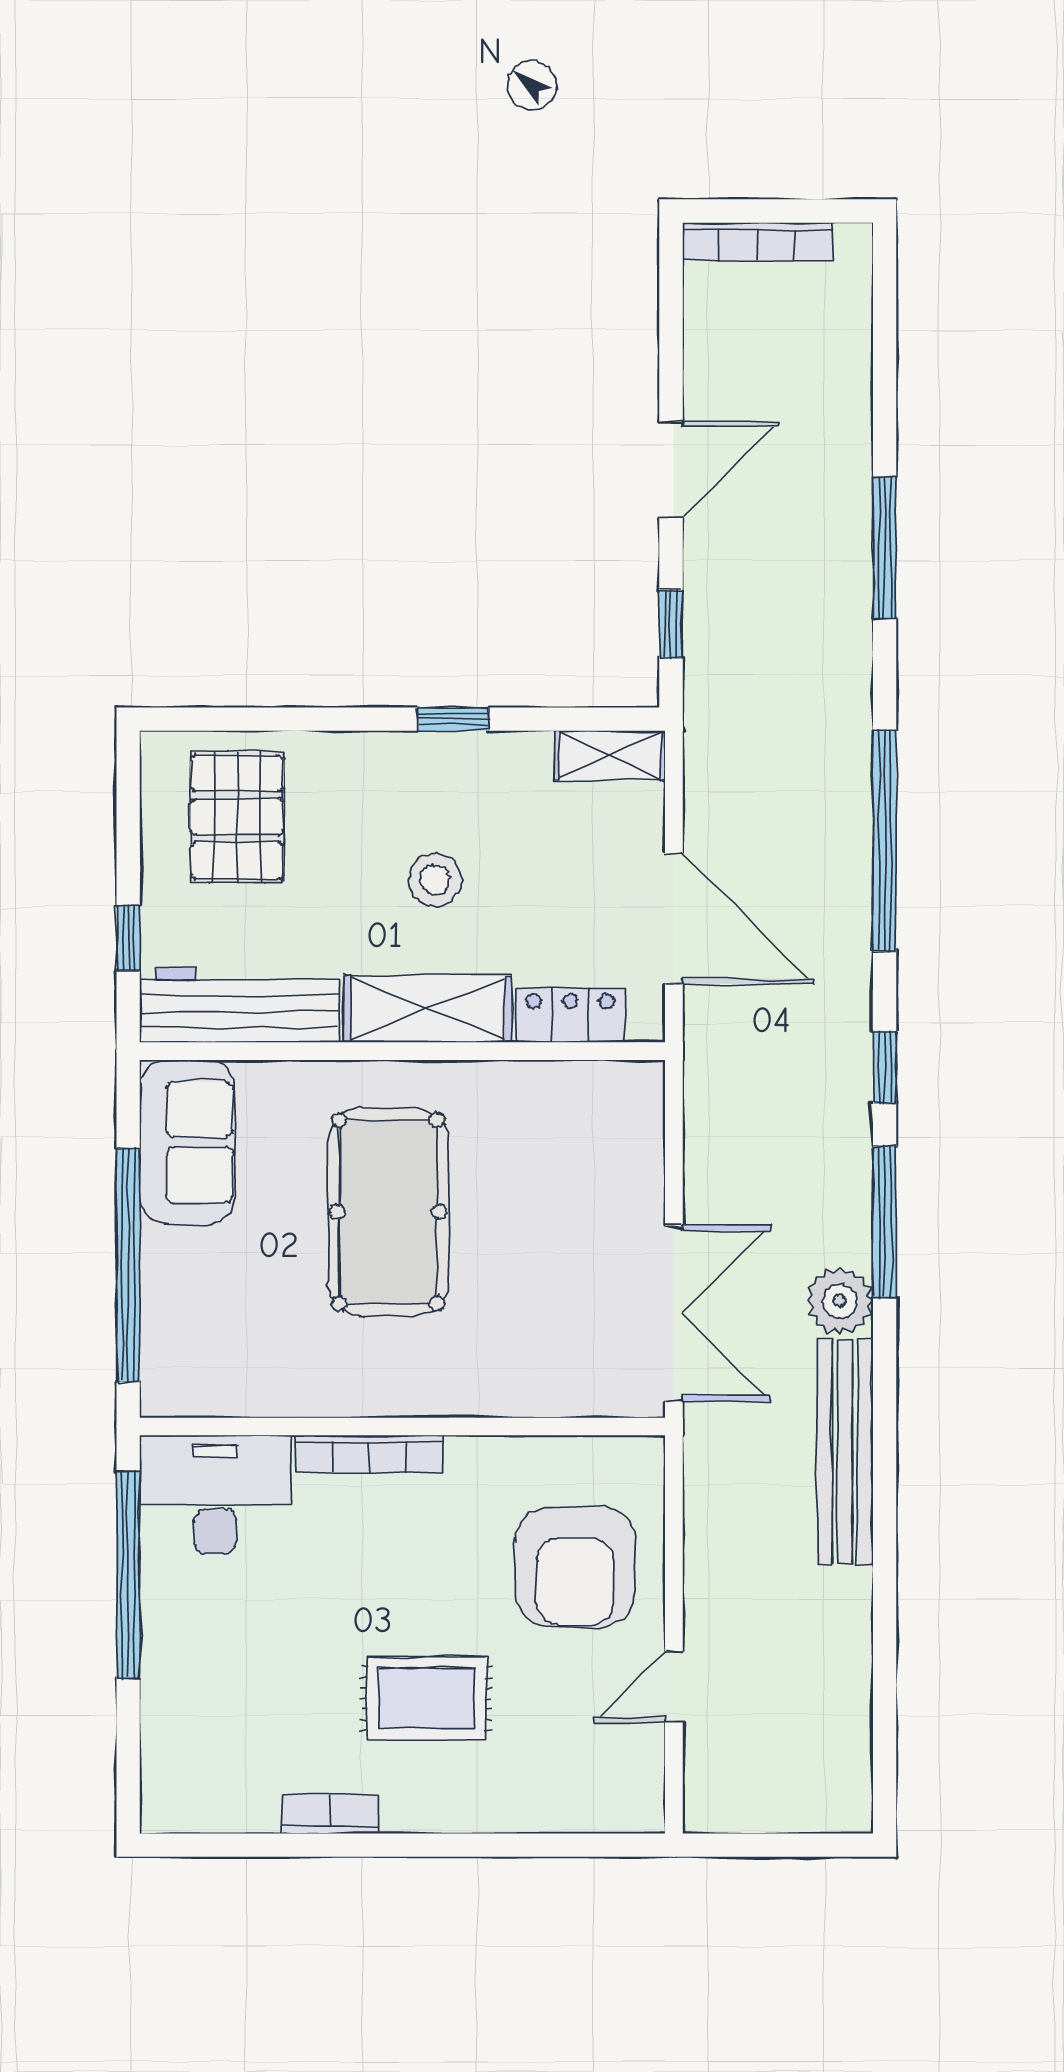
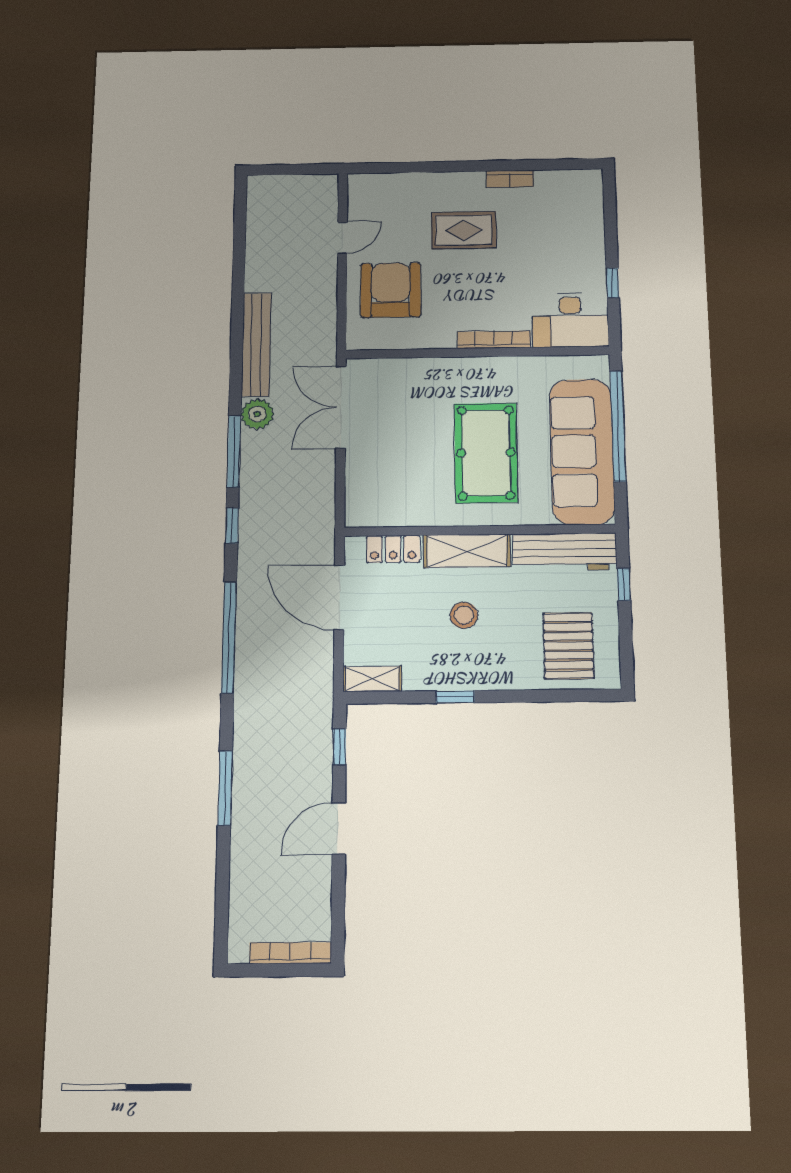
sofa: (187, 1142) -> (582, 451), width x1.85, depth x1.27
window: (128, 1575) -> (613, 283), width x0.32

